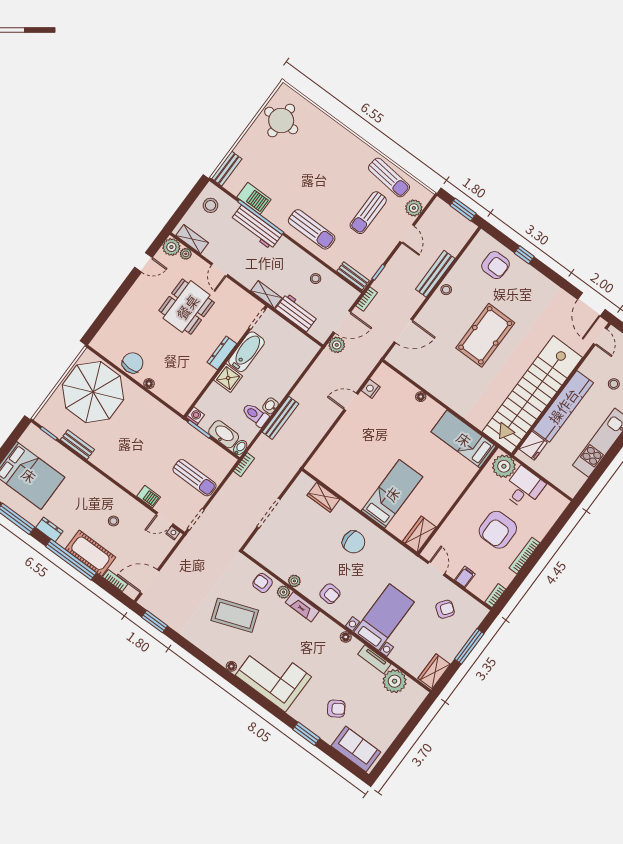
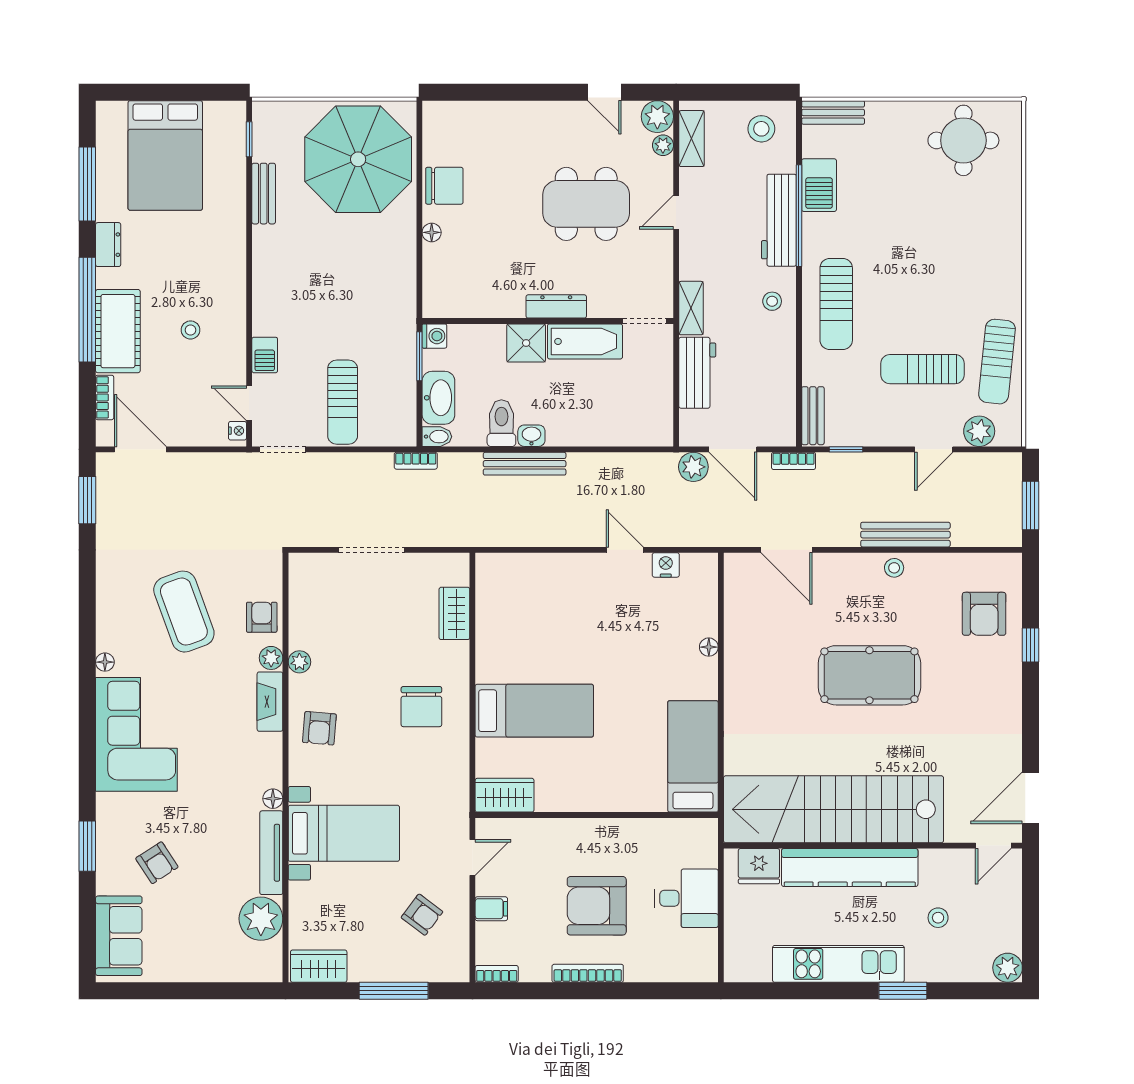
stool: (316, 279) -> (772, 301), moved
plant: (504, 466) -> (697, 845), removed
tv unit: (374, 659) -> (271, 853), width x1.41

